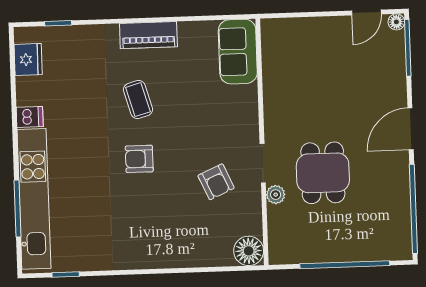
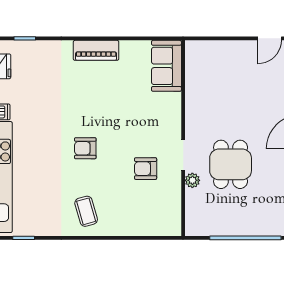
coffee table: (138, 100) -> (86, 211), moved
armchair: (216, 182) -> (146, 169), turned 114
floor lamp: (249, 251) -> (170, 224), removed

